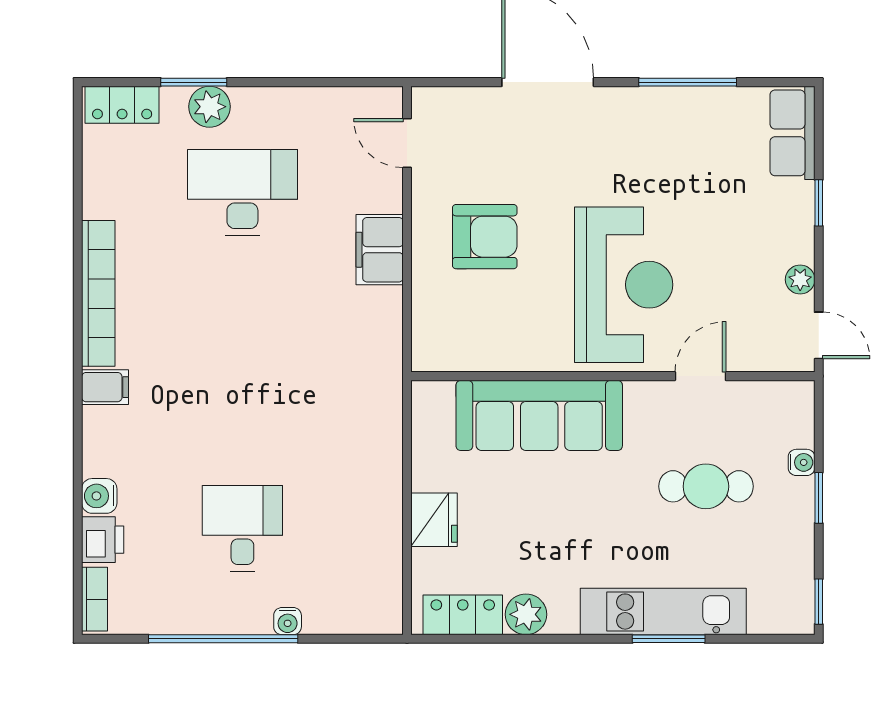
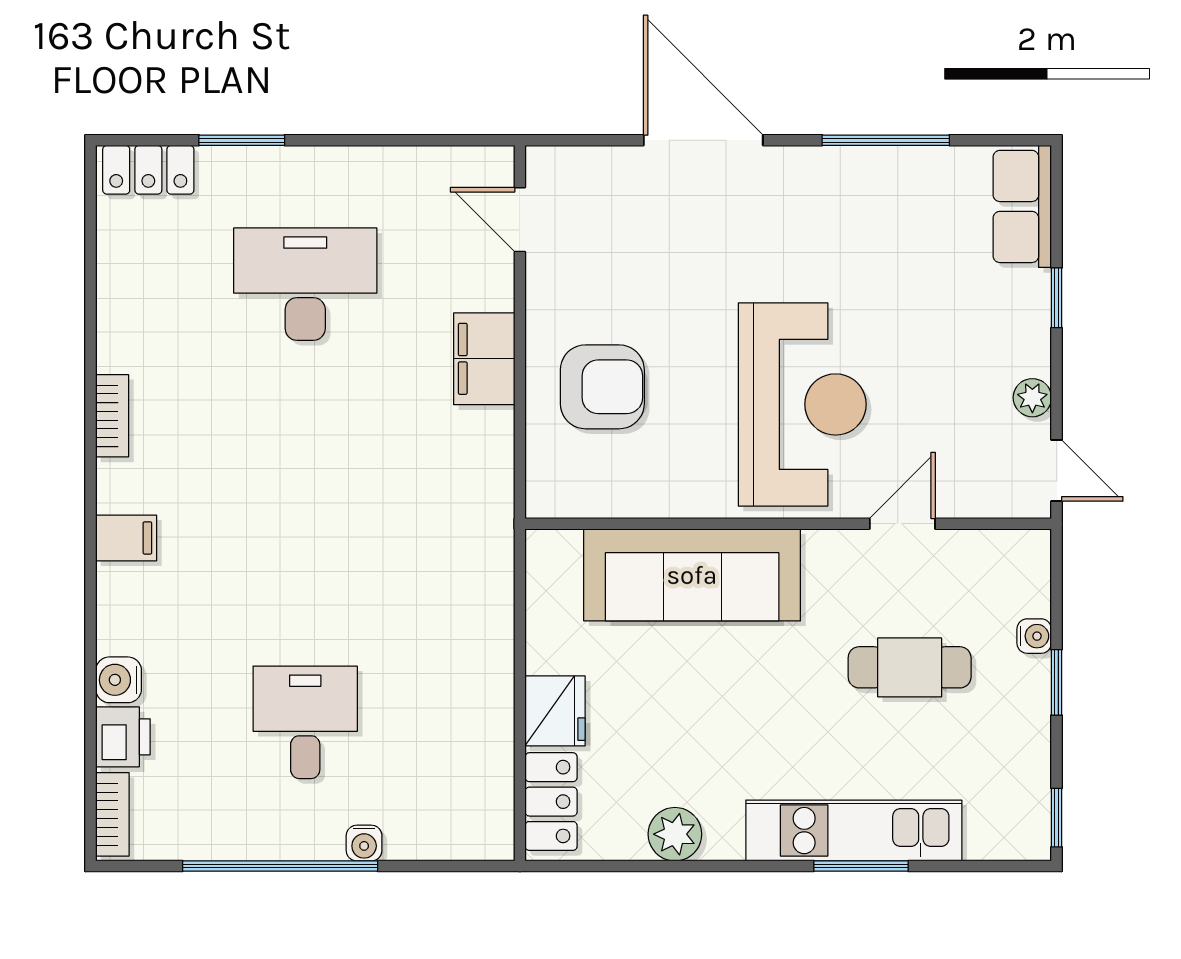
plant: (209, 107) -> (262, 172), removed
armchair: (485, 237) -> (602, 387), moved
bookcase: (98, 293) -> (112, 416), width x0.43, depth x0.76
locker: (463, 615) -> (551, 802), moved, turned 90

